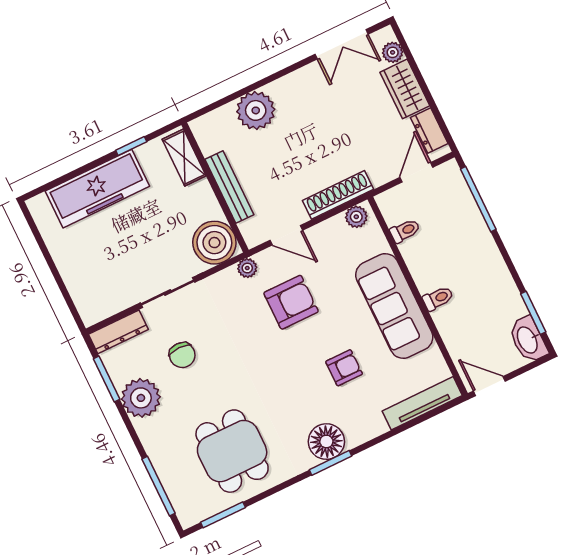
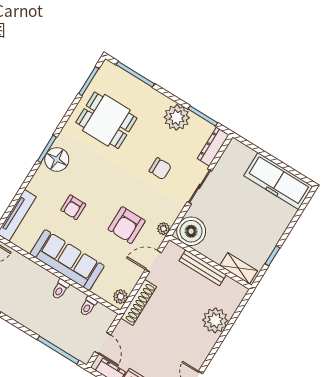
freezer: (97, 189) -> (278, 181), moved, turned -90
toilet: (438, 298) -> (60, 289), moved
chair: (182, 355) -> (160, 169), moved, turned 180

